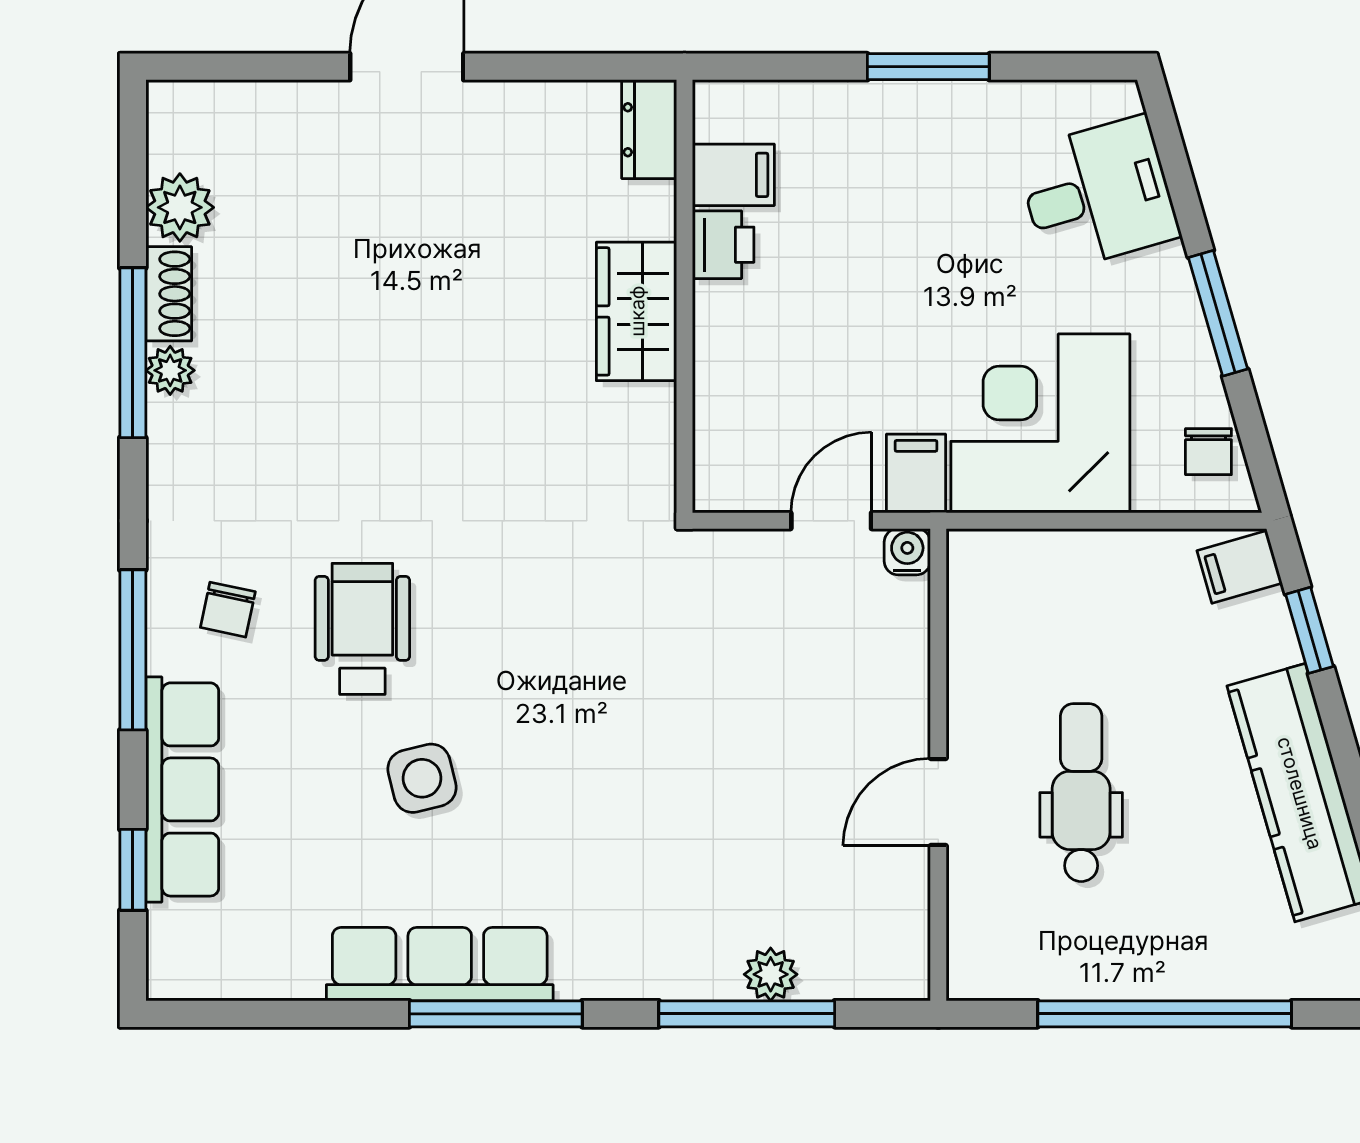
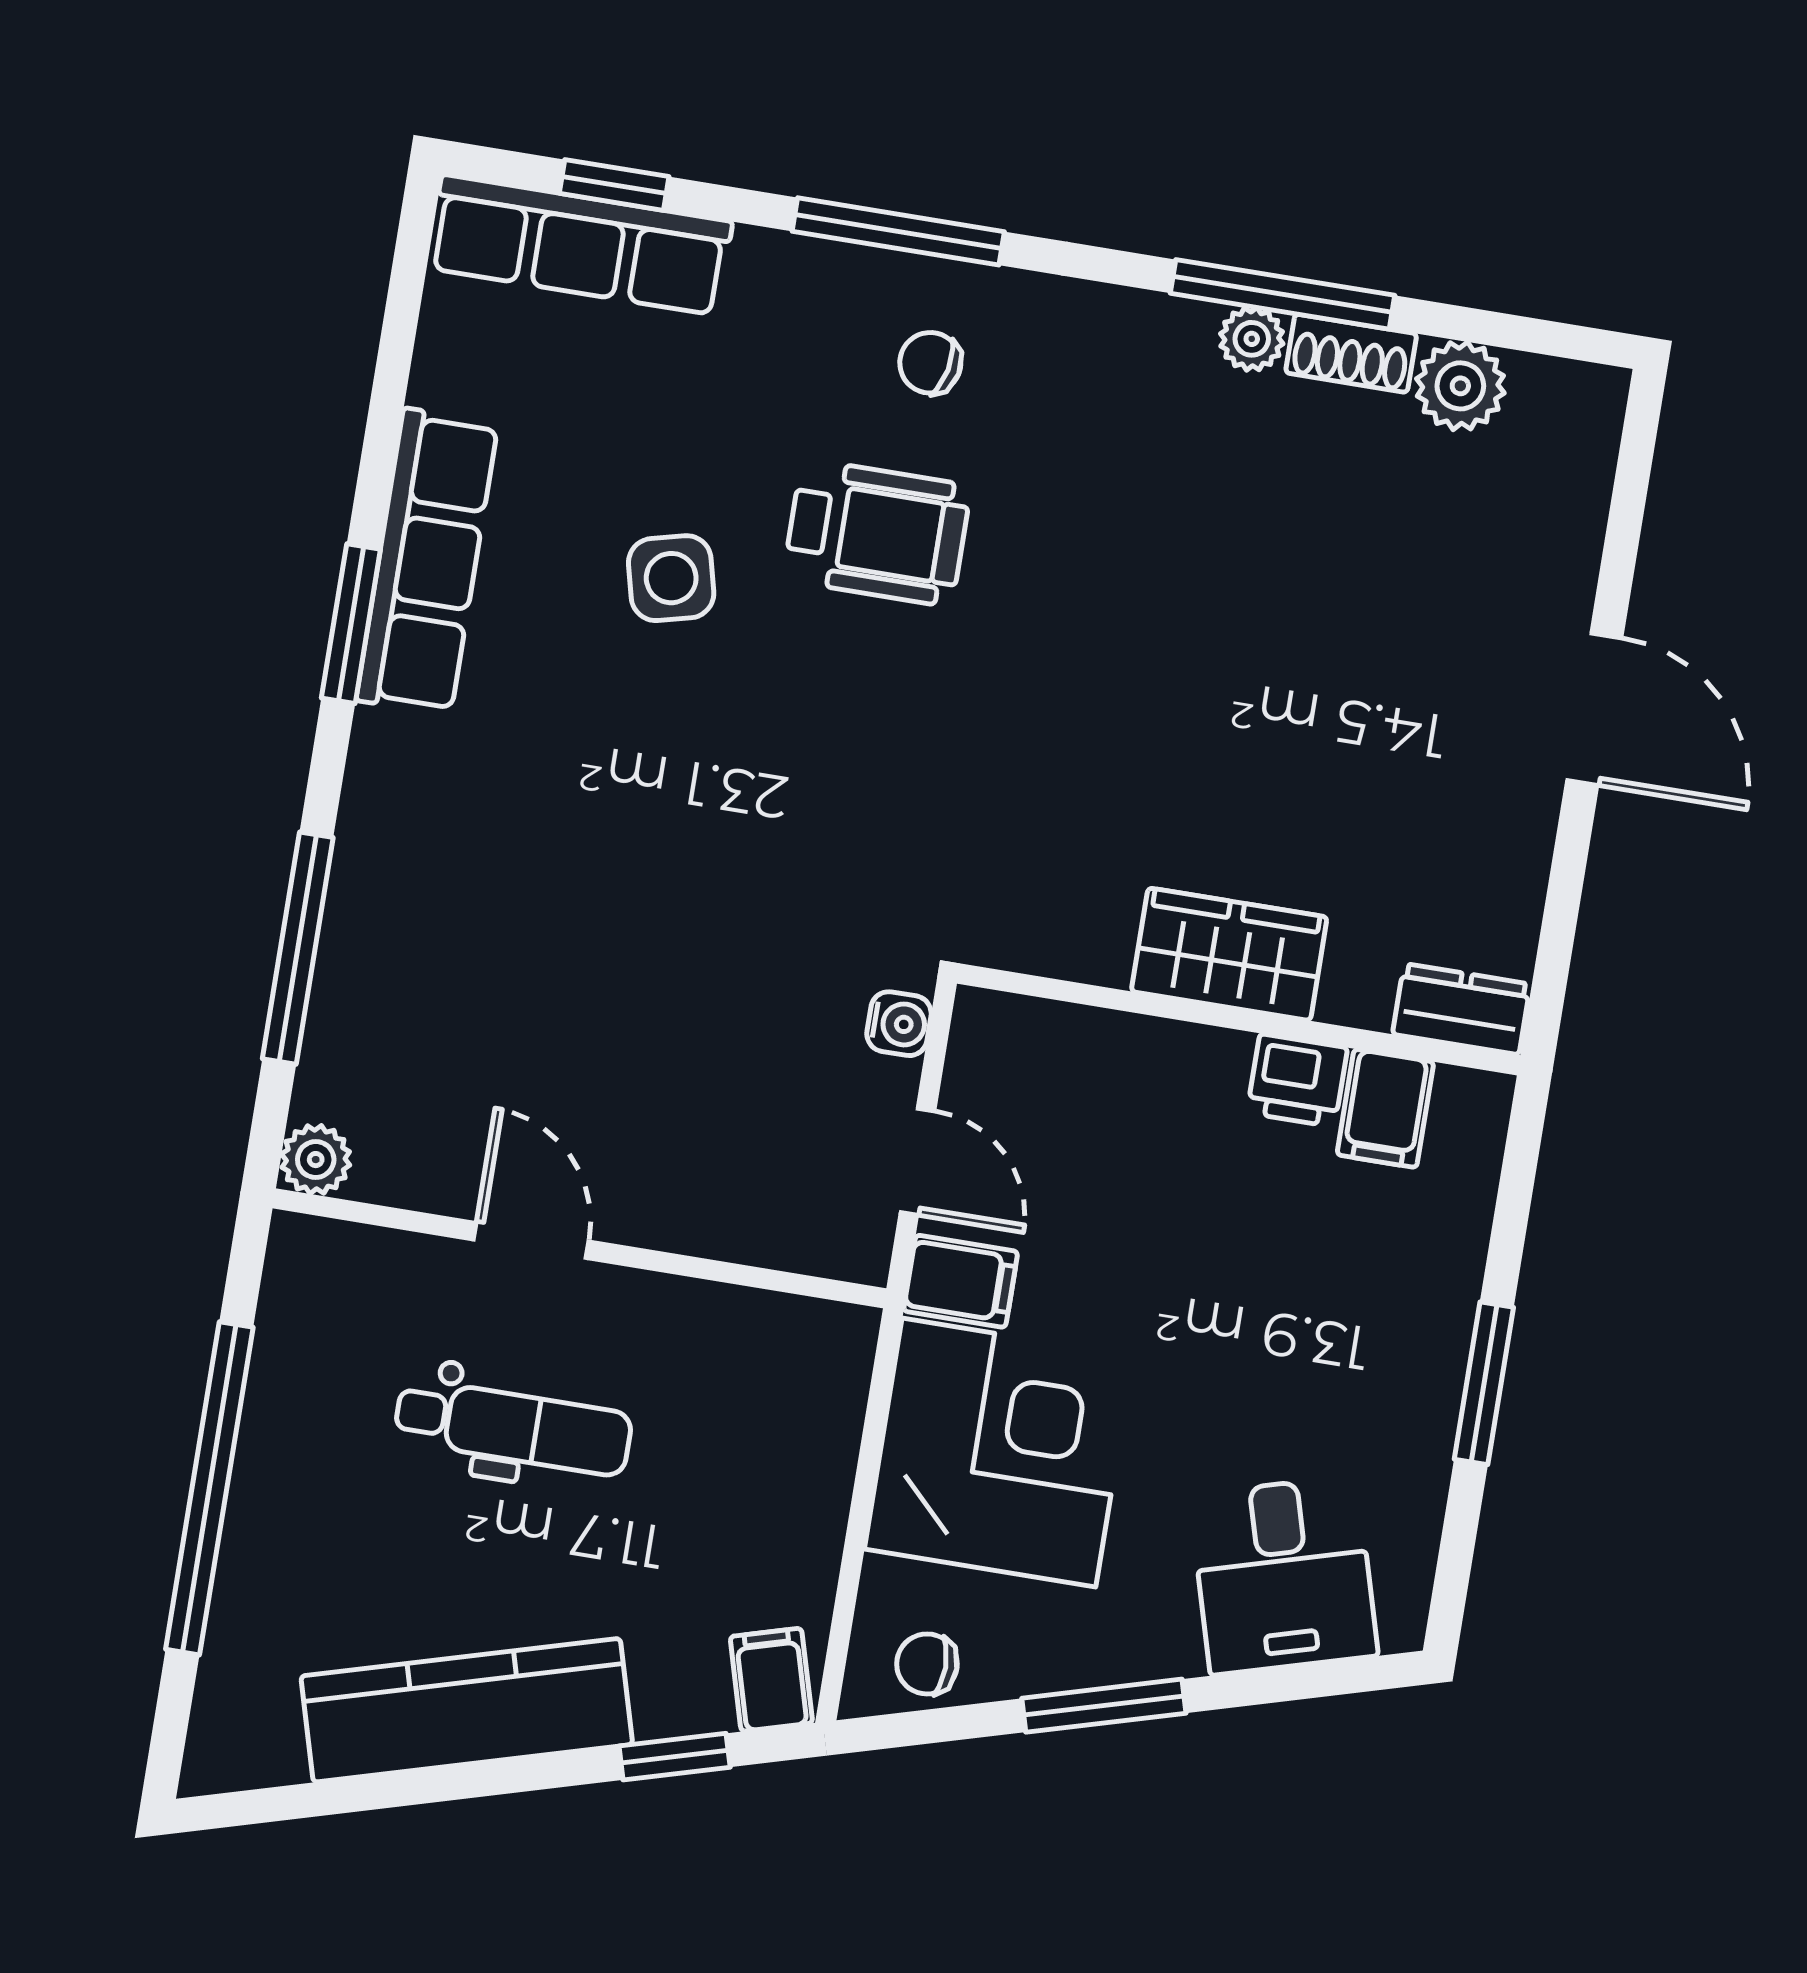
water cooler: (907, 552) -> (899, 1024), moved
row of seats: (182, 789) -> (580, 245), moved
plant: (771, 974) -> (316, 1160), moved
window: (496, 1014) -> (351, 624), width x0.69

